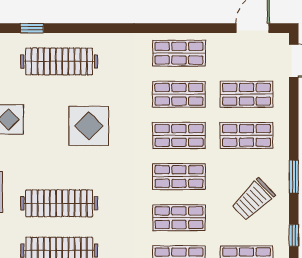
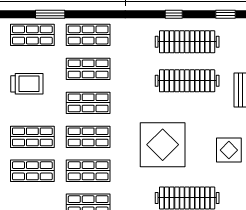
display table: (89, 126) -> (163, 145), width x1.36, depth x1.36
trolley: (253, 200) -> (27, 84), turned 44

